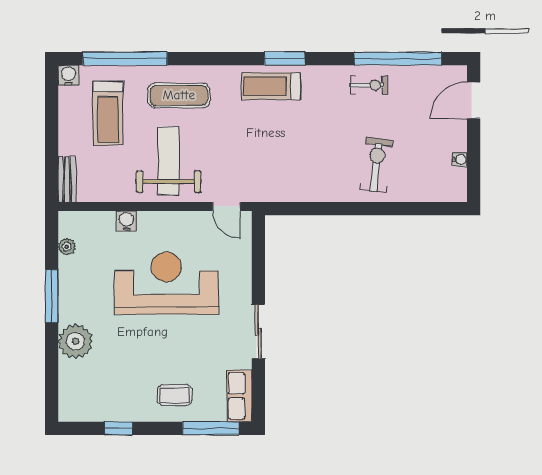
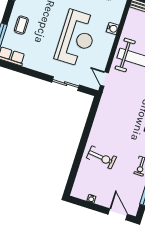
door: (226, 206) -> (104, 79), hinge flipped
sliding door: (258, 332) -> (66, 84), moved

